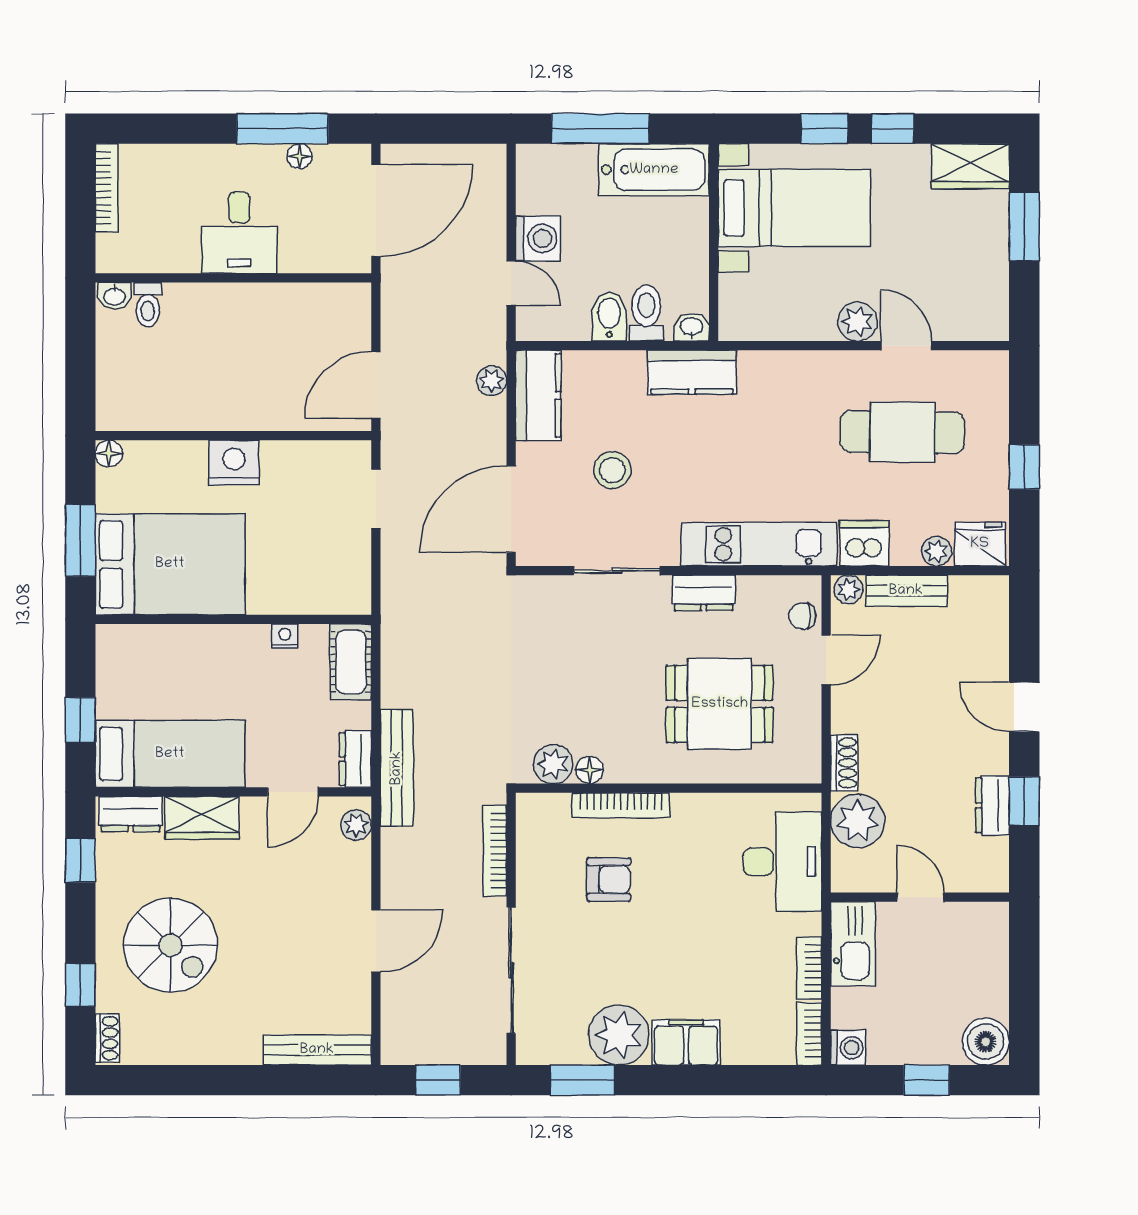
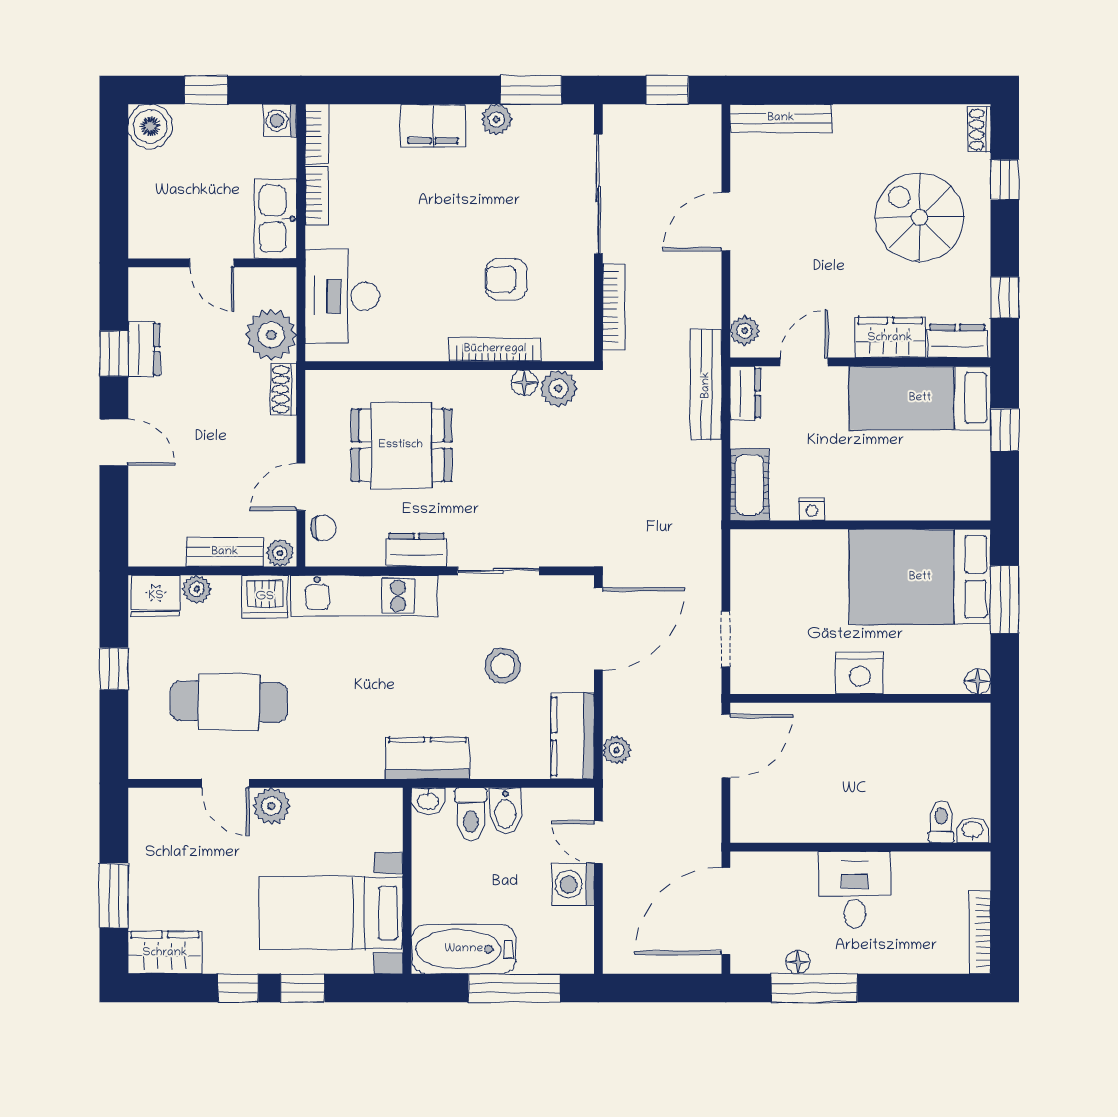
plant: (619, 1035) -> (496, 119), width x0.53, depth x0.53

